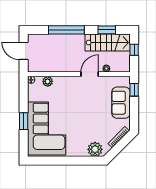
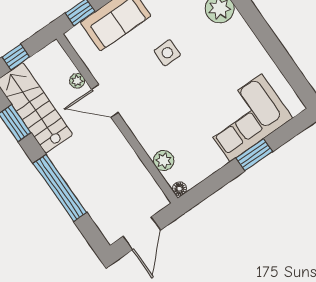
side table: (92, 114) -> (167, 53), added
corner sofa: (47, 128) -> (246, 118), width x0.73, depth x0.74

